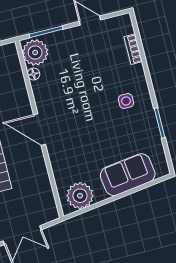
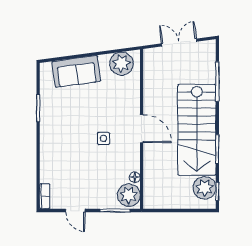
bookcase: (133, 49) -> (45, 196), moved
side table: (126, 101) -> (104, 138), moved

